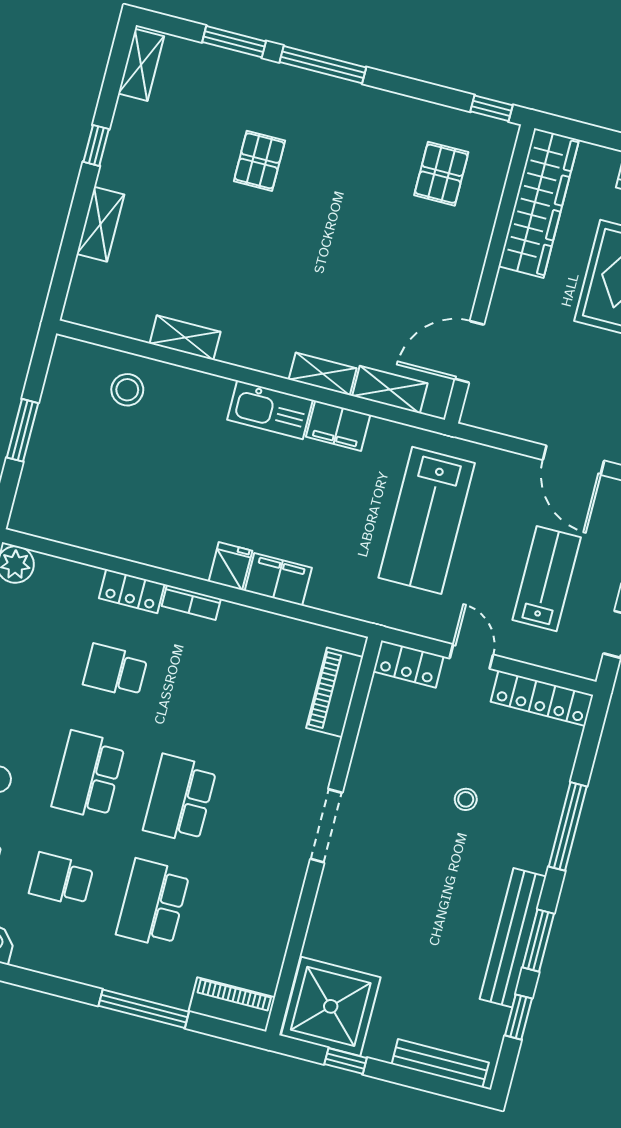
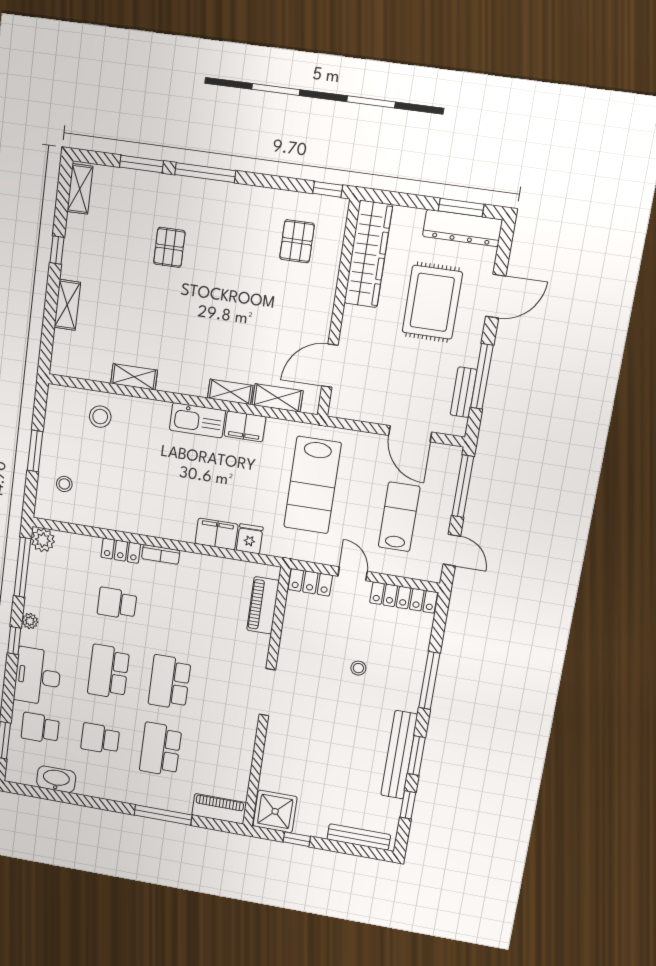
stool: (60, 484) -> (64, 484), added
fridge: (230, 566) -> (250, 539), moved
shower: (331, 1006) -> (275, 811), width x0.73, depth x0.73

